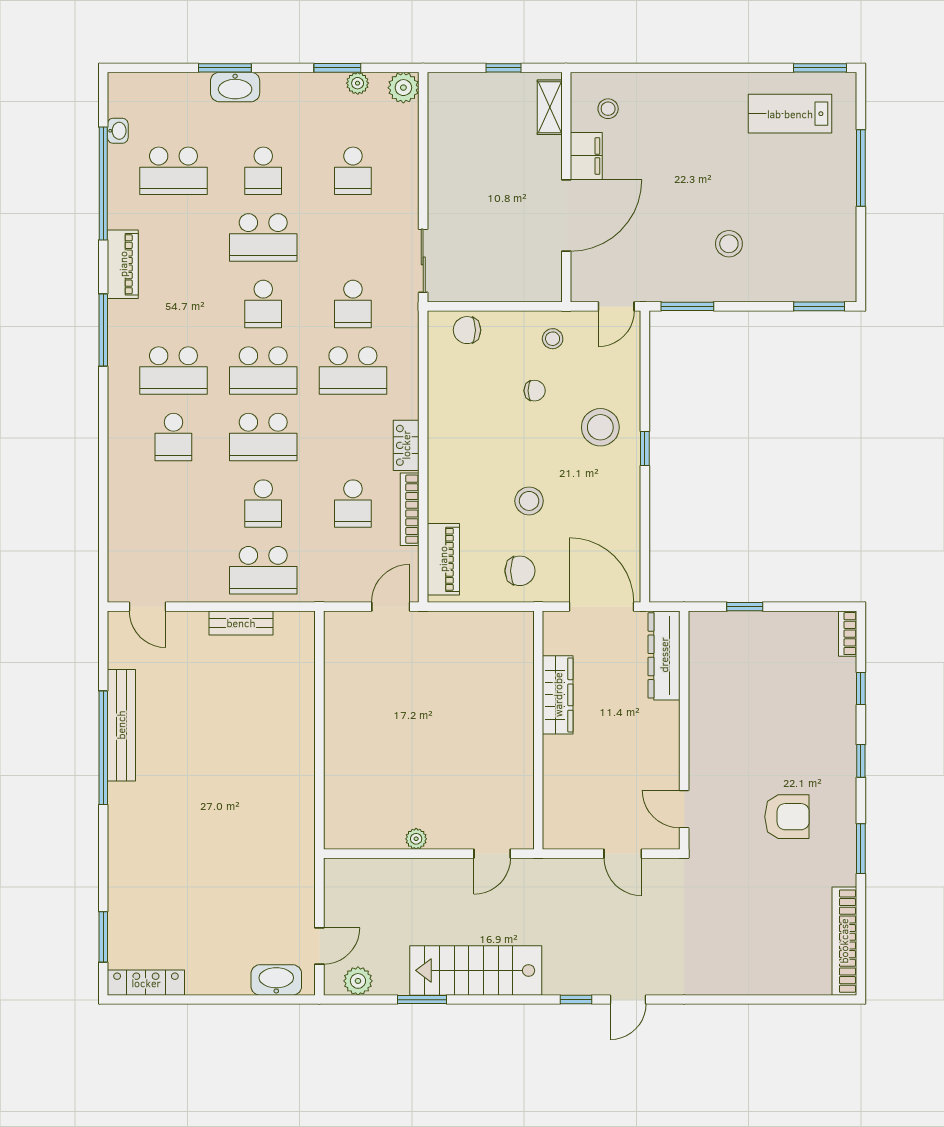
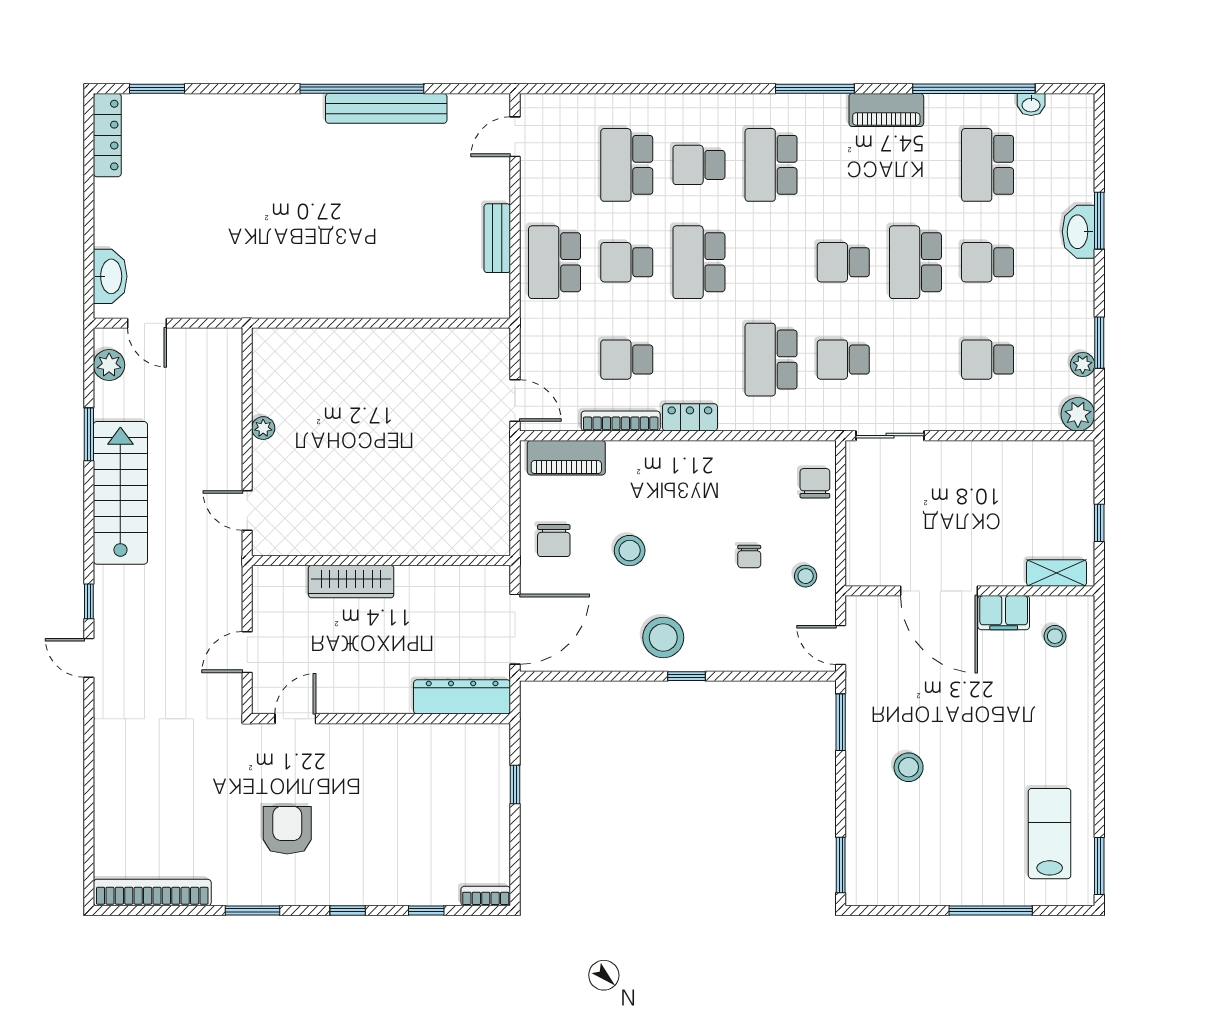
school desk: (263, 371) -> (627, 165), moved
stool: (600, 427) -> (663, 637), moved
wardrobe: (558, 695) -> (351, 582), moved
armchair: (787, 817) -> (287, 830), turned 180

